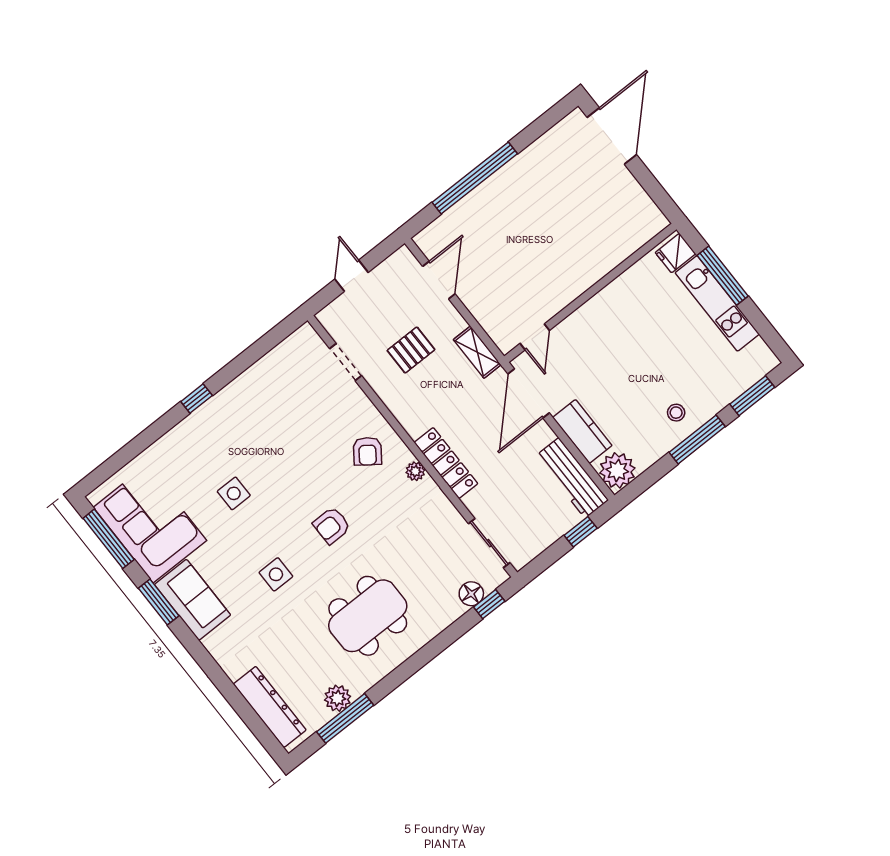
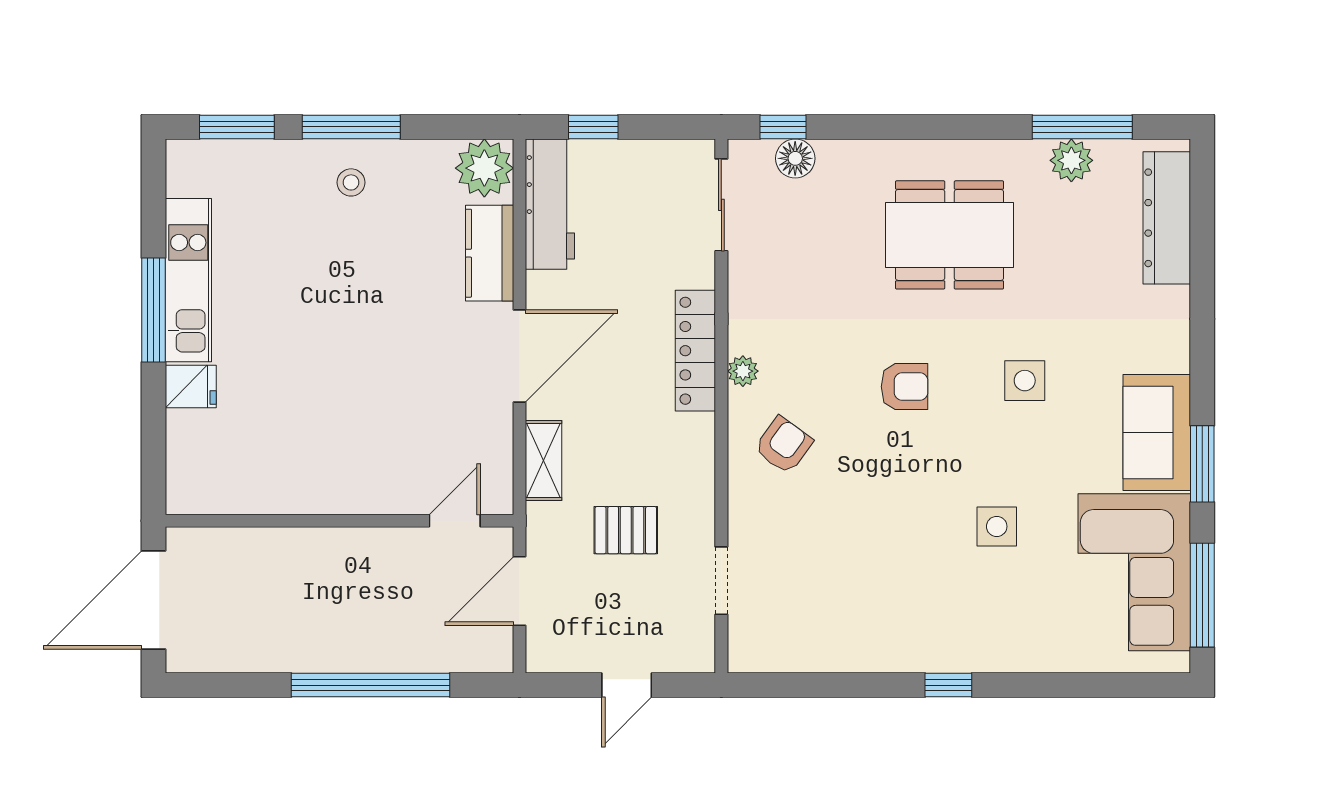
wall: (590, 293) -> (339, 521), moved
door: (535, 337) -> (455, 521), moved

